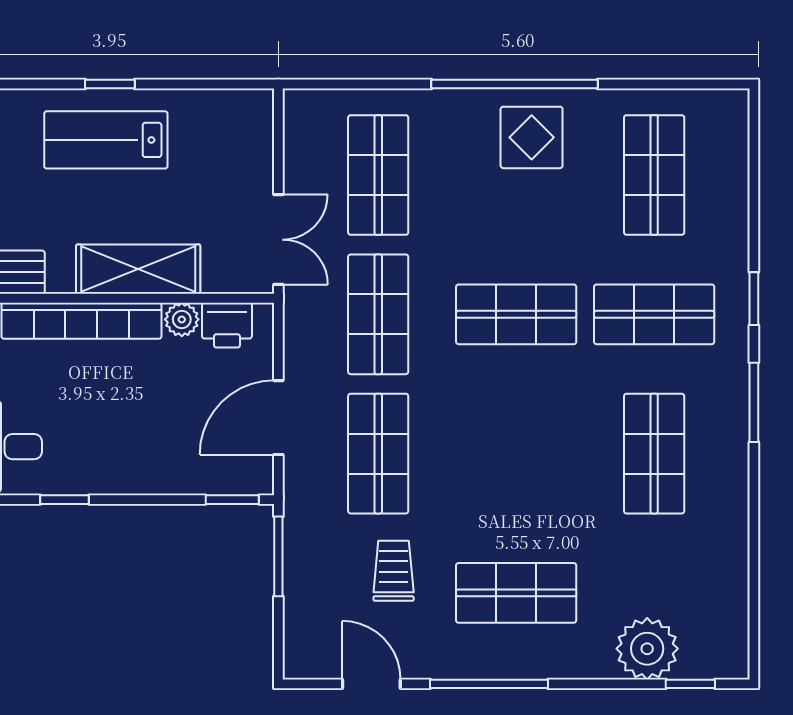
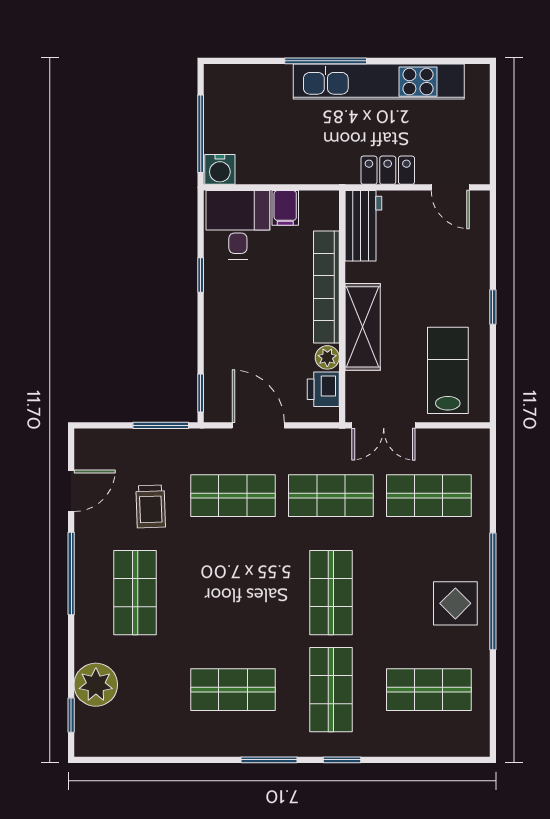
lab bench: (106, 140) -> (448, 370), moved
trolley: (394, 571) -> (151, 506), turned 88

